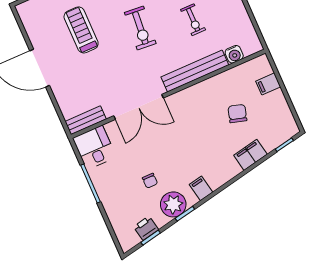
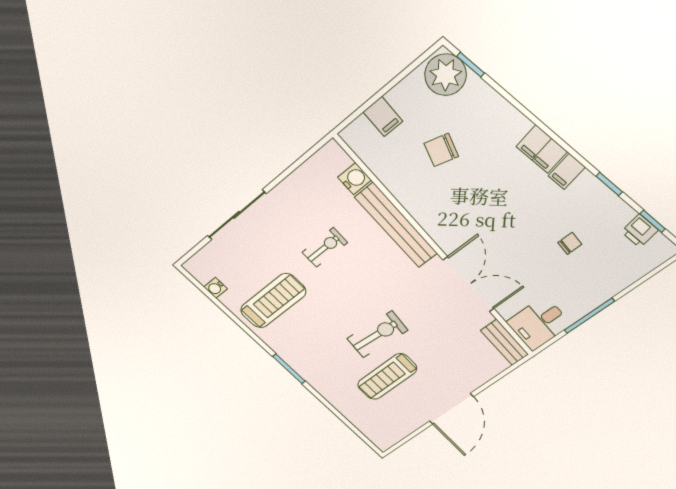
exercise bike: (140, 28) -> (377, 334), moved
filing cabinet: (250, 155) -> (542, 149), moved
plant: (173, 204) -> (446, 75), moved

